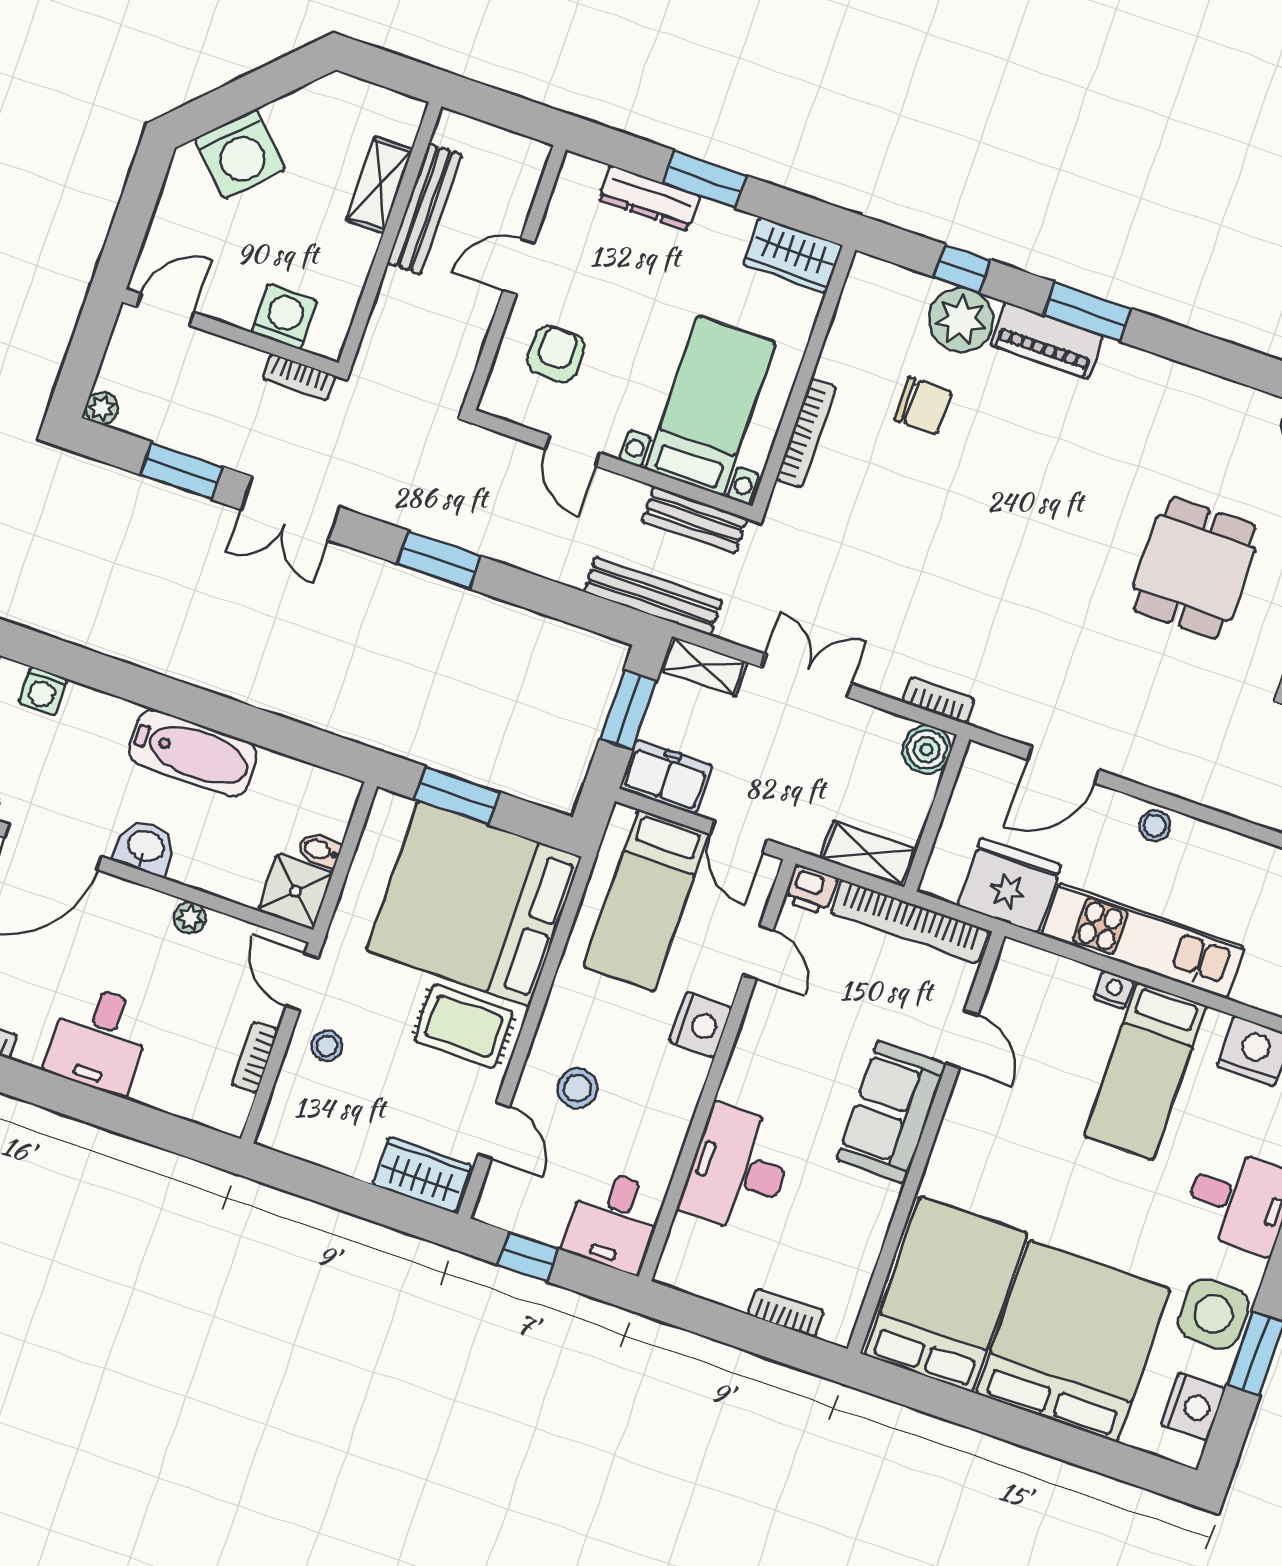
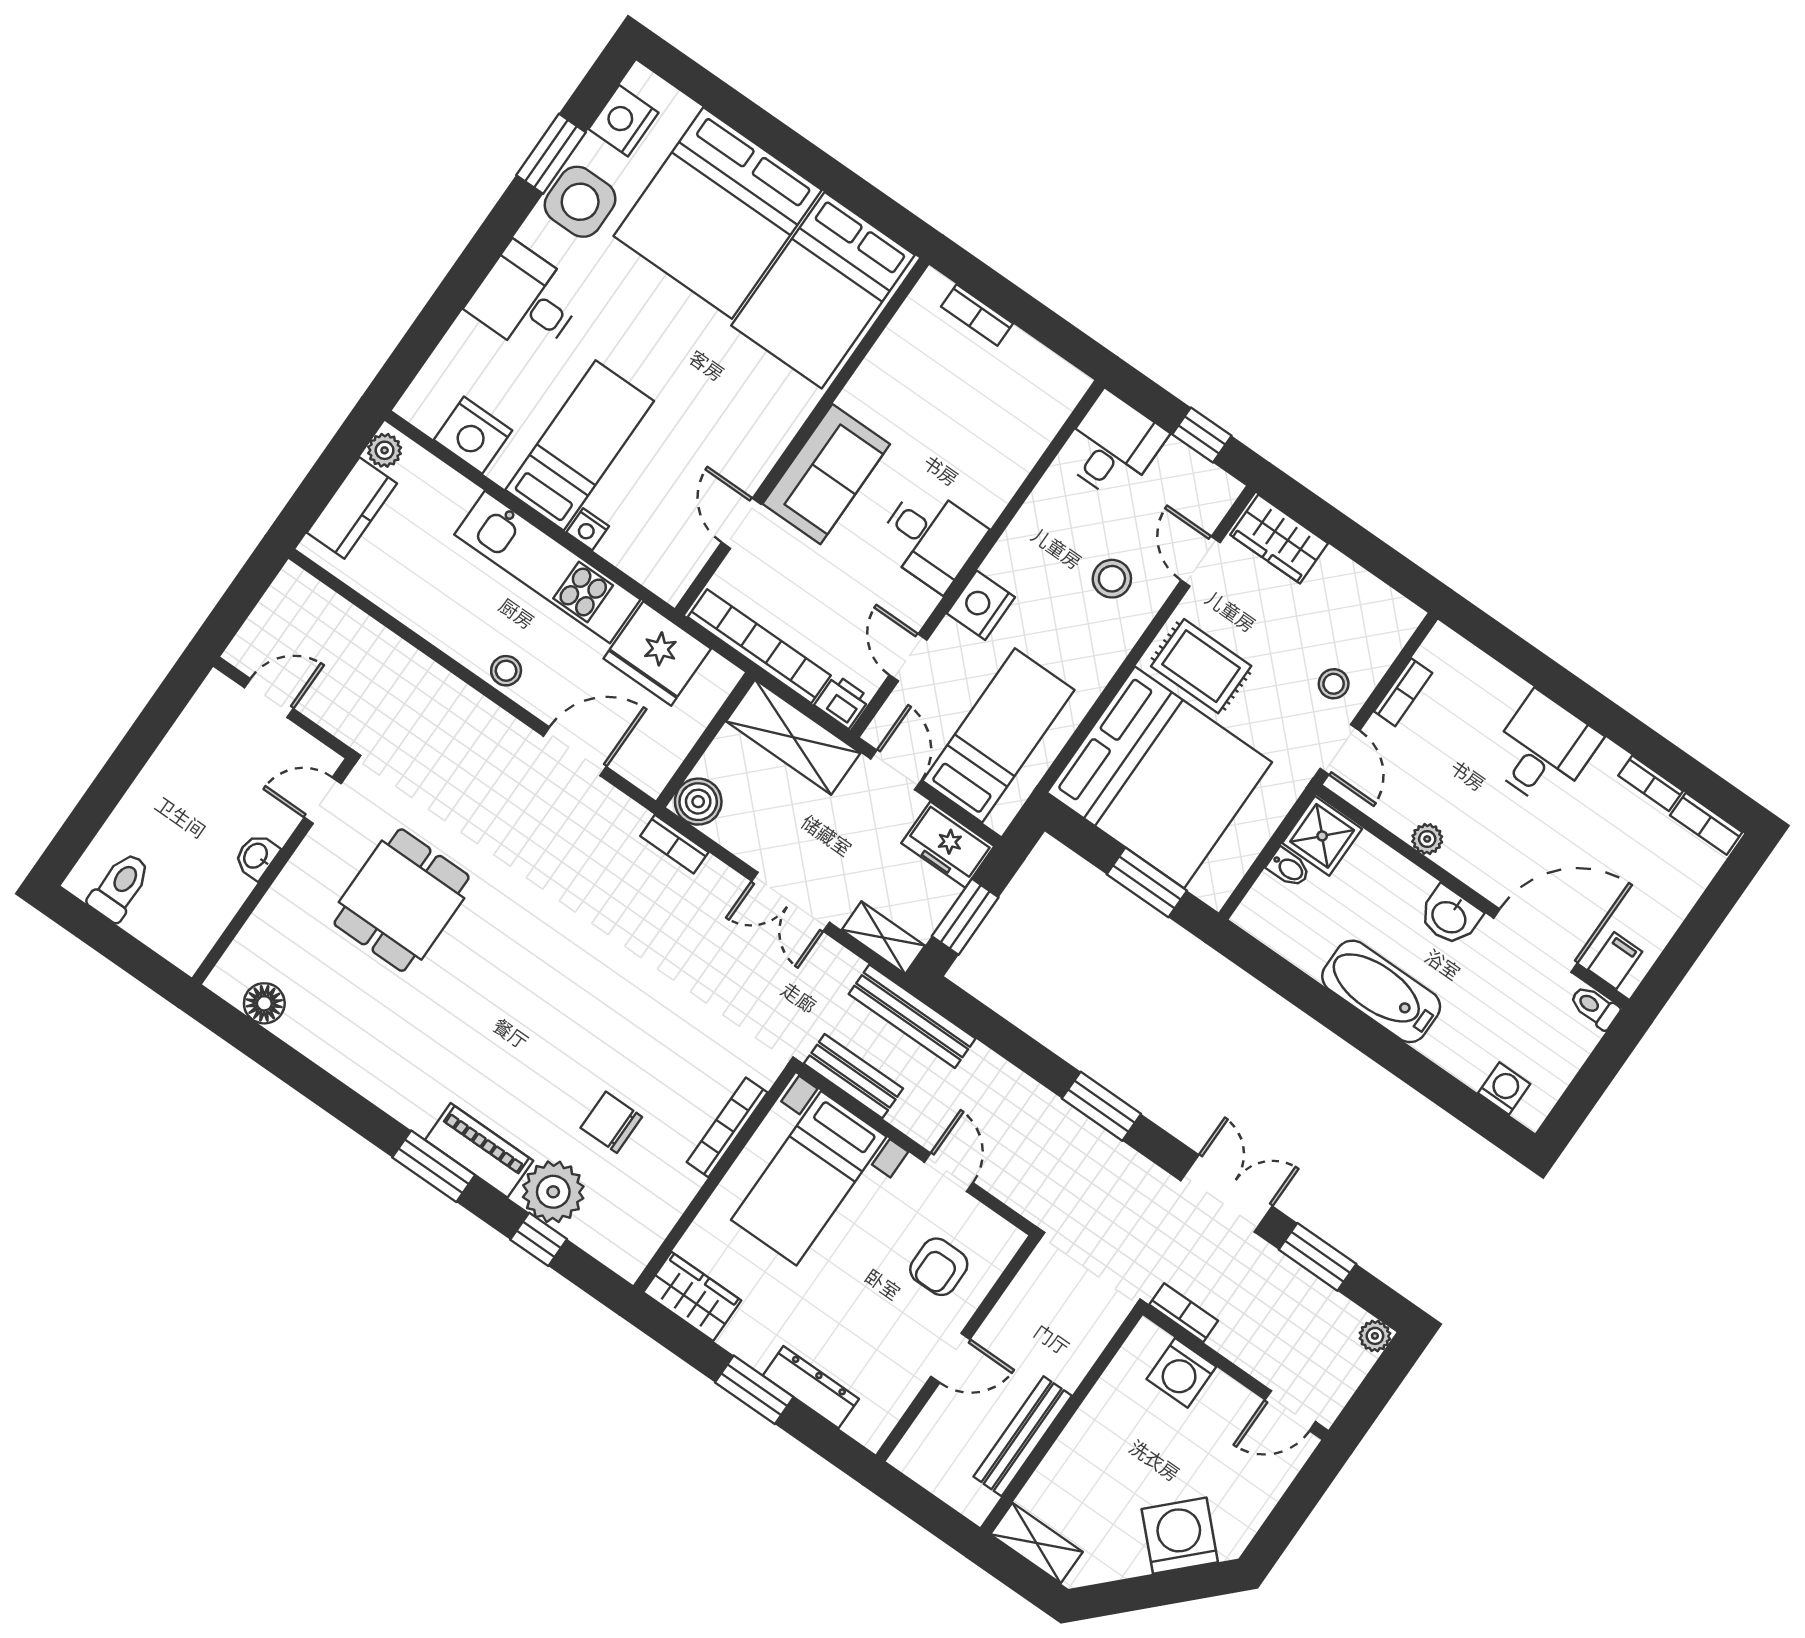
shelving: (379, 185) -> (1036, 1543), moved, turned 90
shelving: (869, 854) -> (793, 737), width x1.50, depth x1.33
desk: (738, 1170) -> (931, 538), moved, width x0.73

